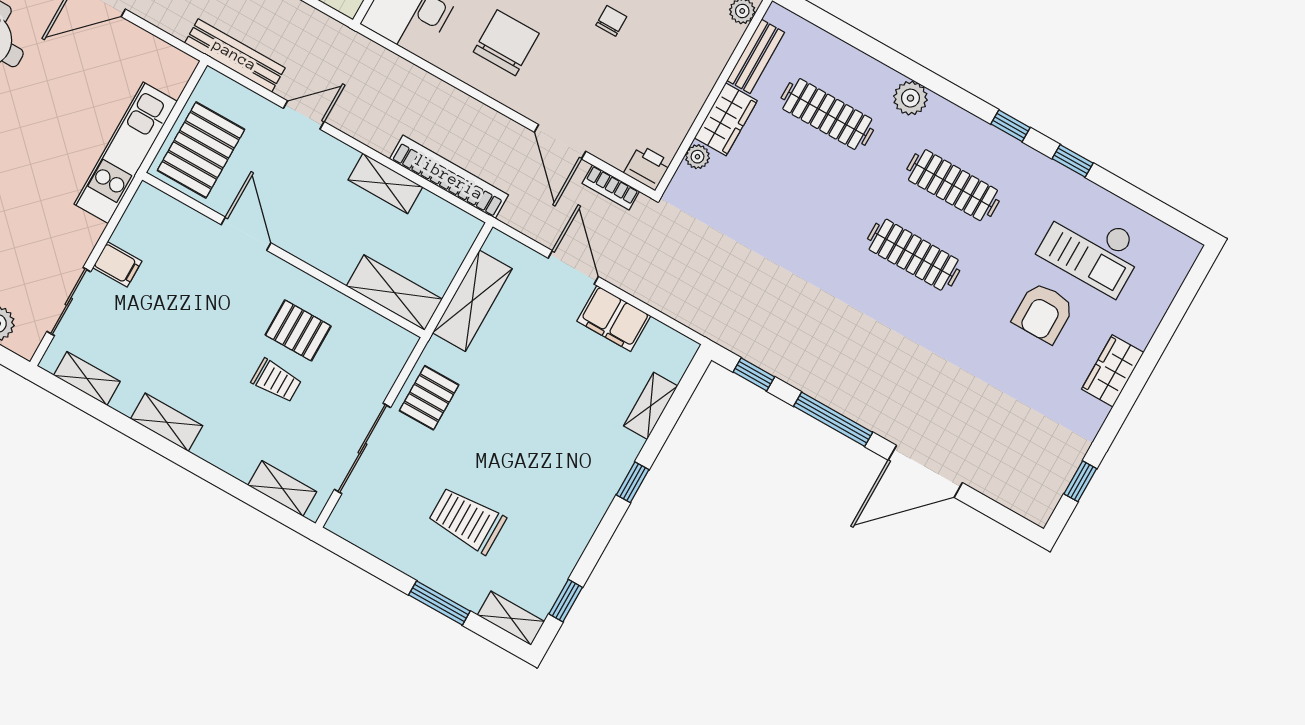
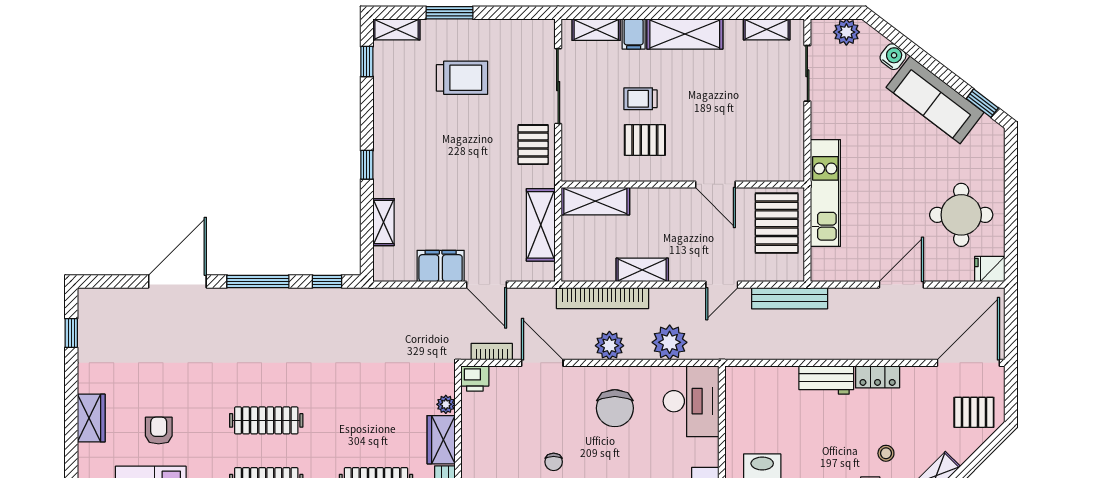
plant: (401, 83) -> (670, 342), added
plant: (472, 118) -> (609, 346), added
filing cabinet: (117, 264) -> (634, 34), moved, turned -90
armchair: (1043, 313) -> (159, 431), width x0.72, depth x0.72
shelving: (167, 422) -> (685, 34), width x1.50, depth x1.33

